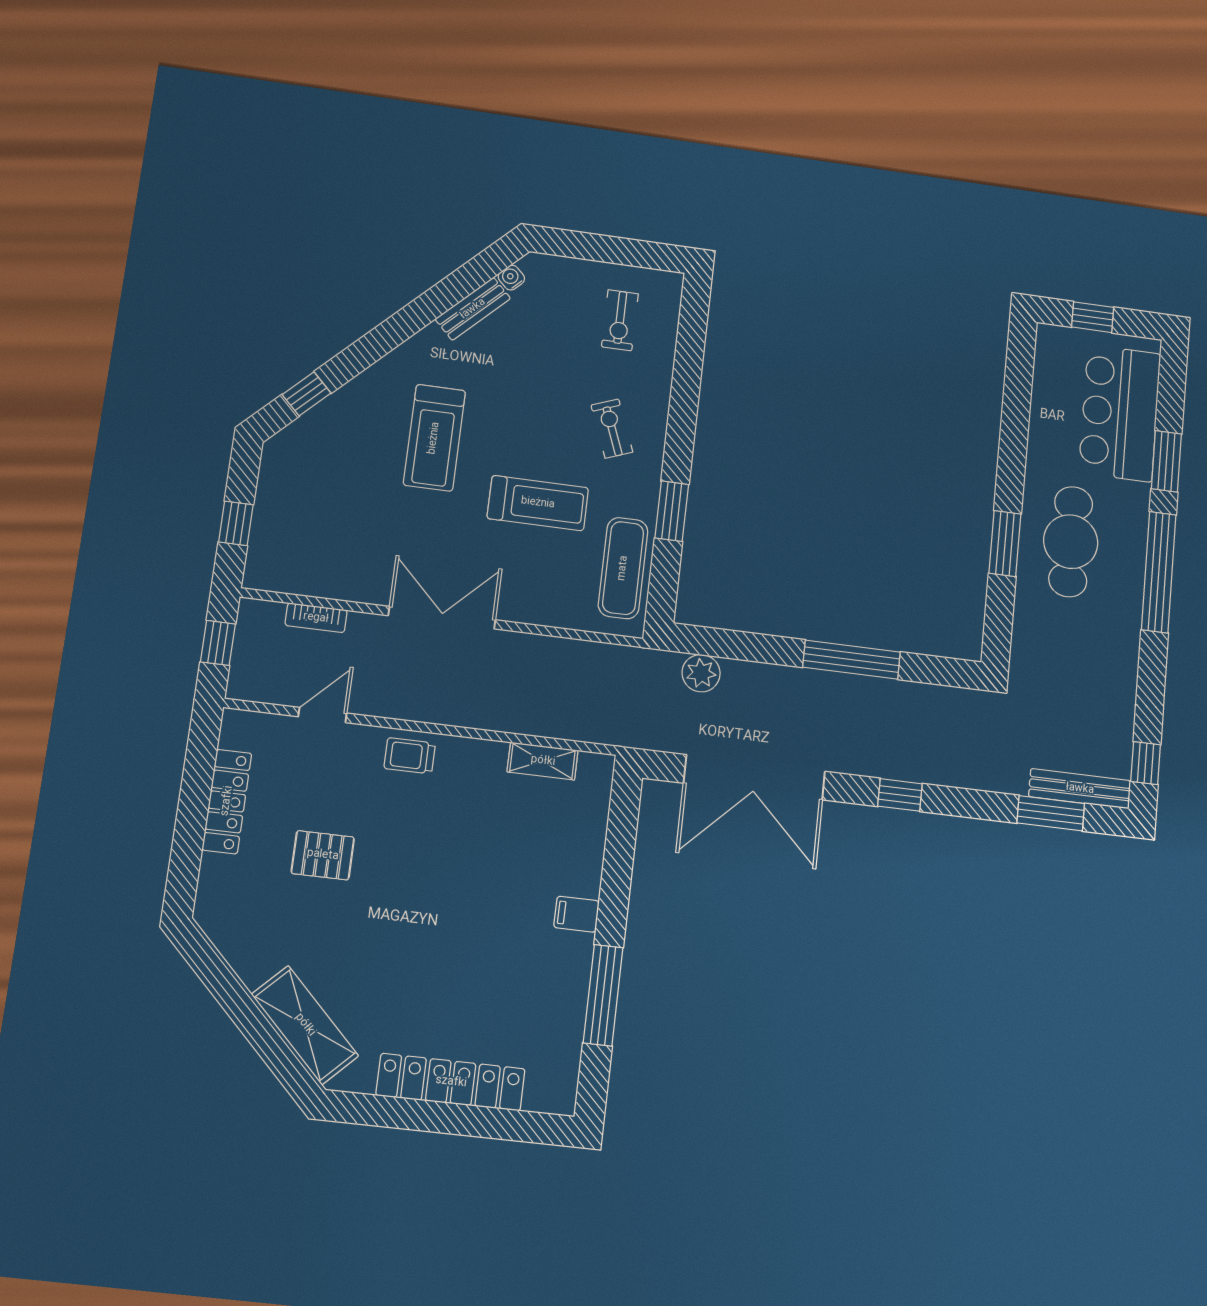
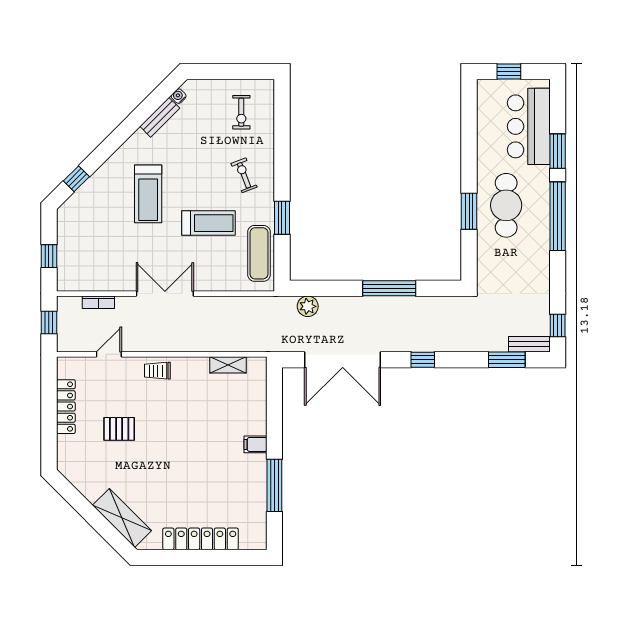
bench: (1080, 789) -> (529, 344), width x0.73

